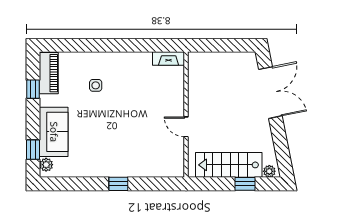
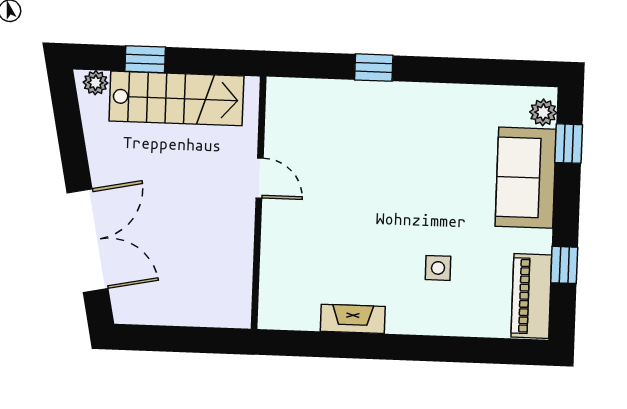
fireplace: (169, 59) -> (353, 319), moved
double door: (270, 93) -> (88, 241), swing flipped
window: (118, 184) -> (374, 68), moved

